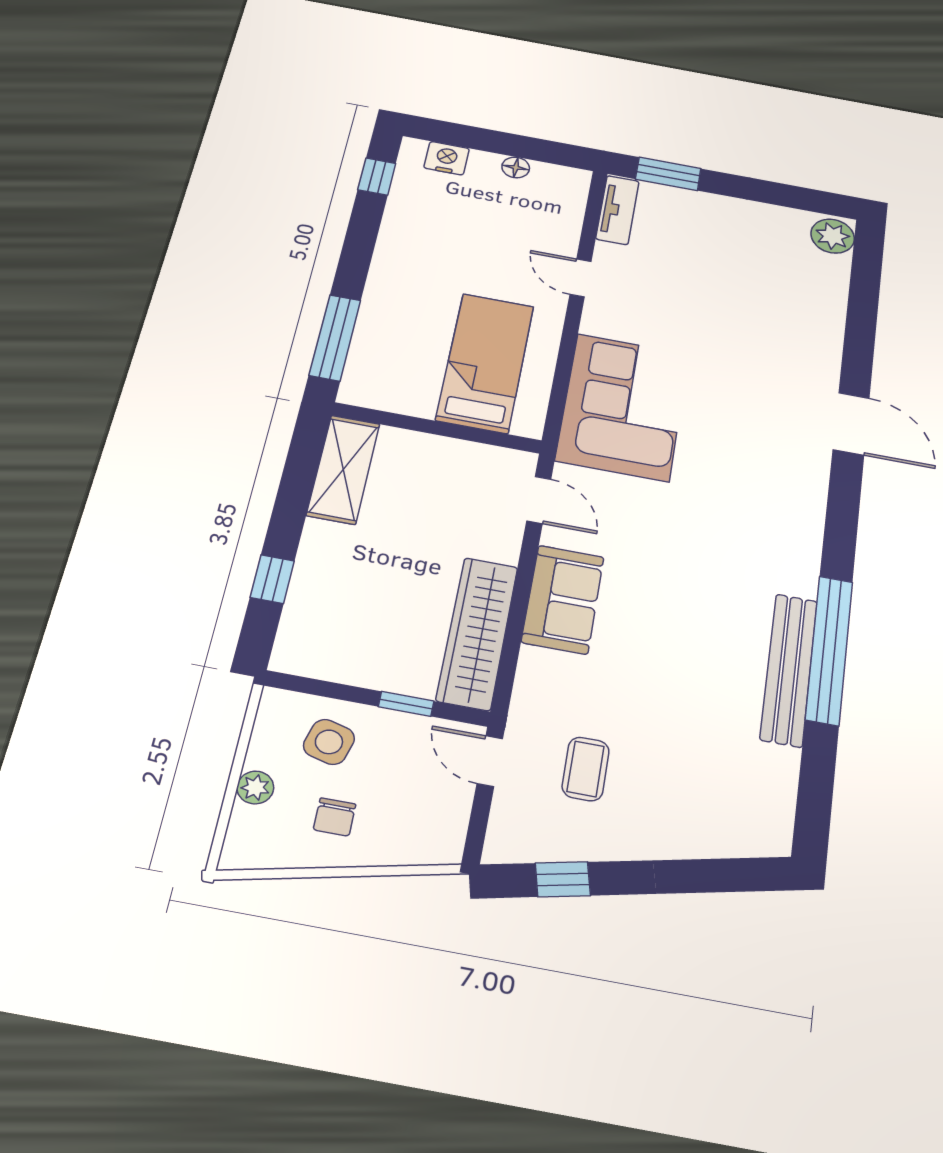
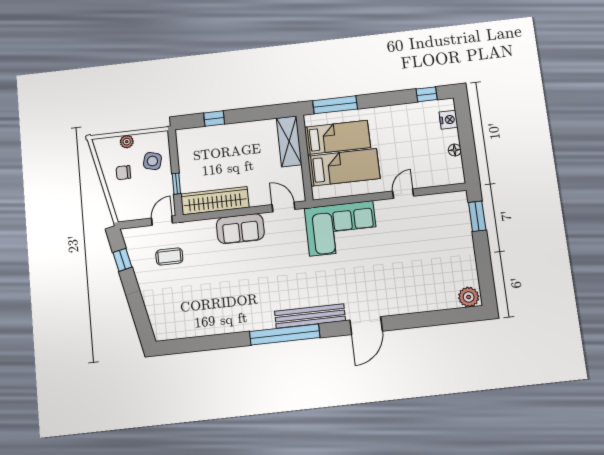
tv unit: (617, 210) -> (447, 199), removed
bed: (412, 355) -> (337, 137), added
shelving: (343, 469) -> (289, 141), moved, turned 90
door: (539, 500) -> (283, 207), swing flipped
window: (829, 650) -> (285, 335), moved
bench: (789, 669) -> (310, 316), moved

